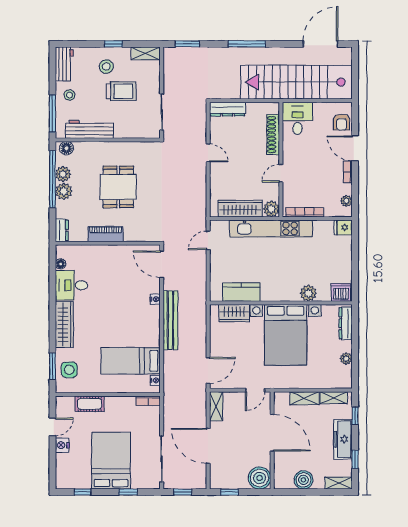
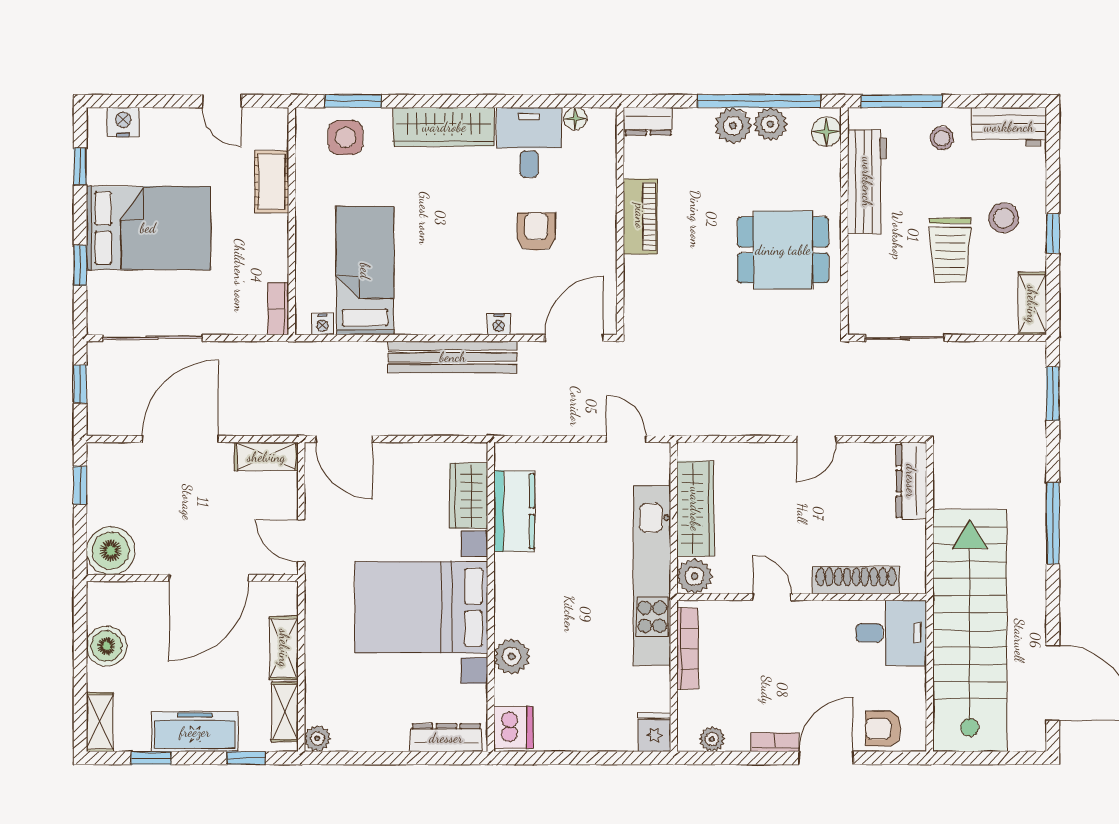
dining table: (118, 187) -> (783, 250), moved
armchair: (113, 282) -> (536, 232), added
plant: (346, 359) -> (317, 739), moved
nightstand: (62, 445) -> (123, 122), moved

